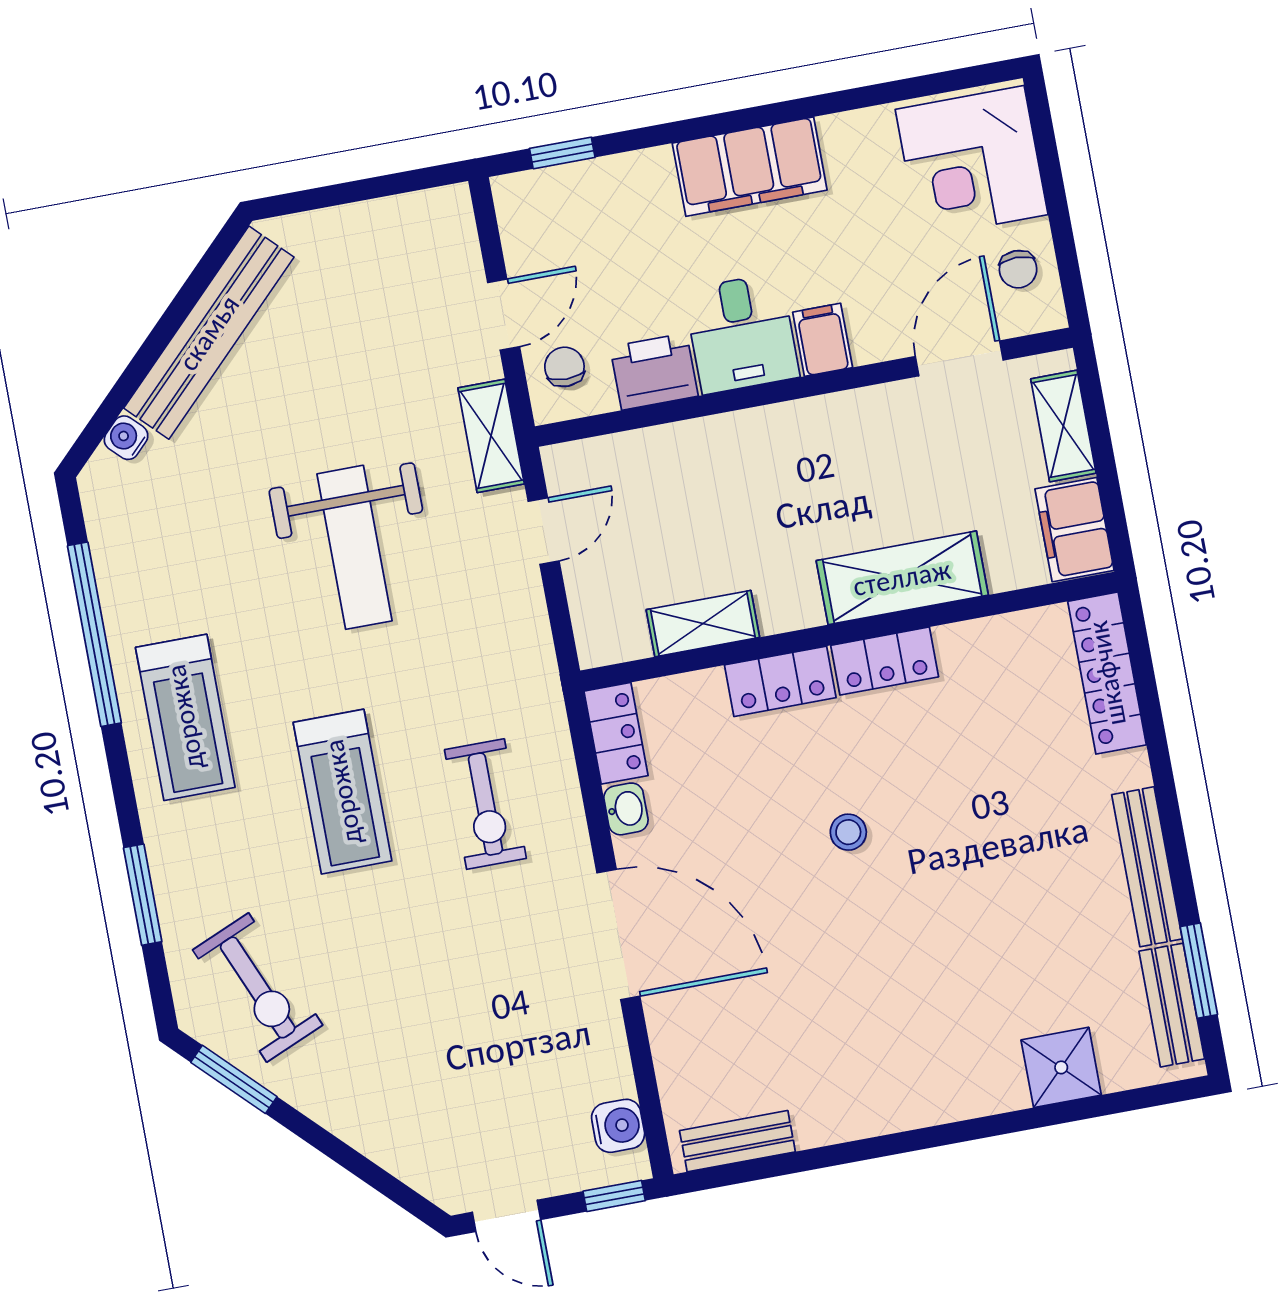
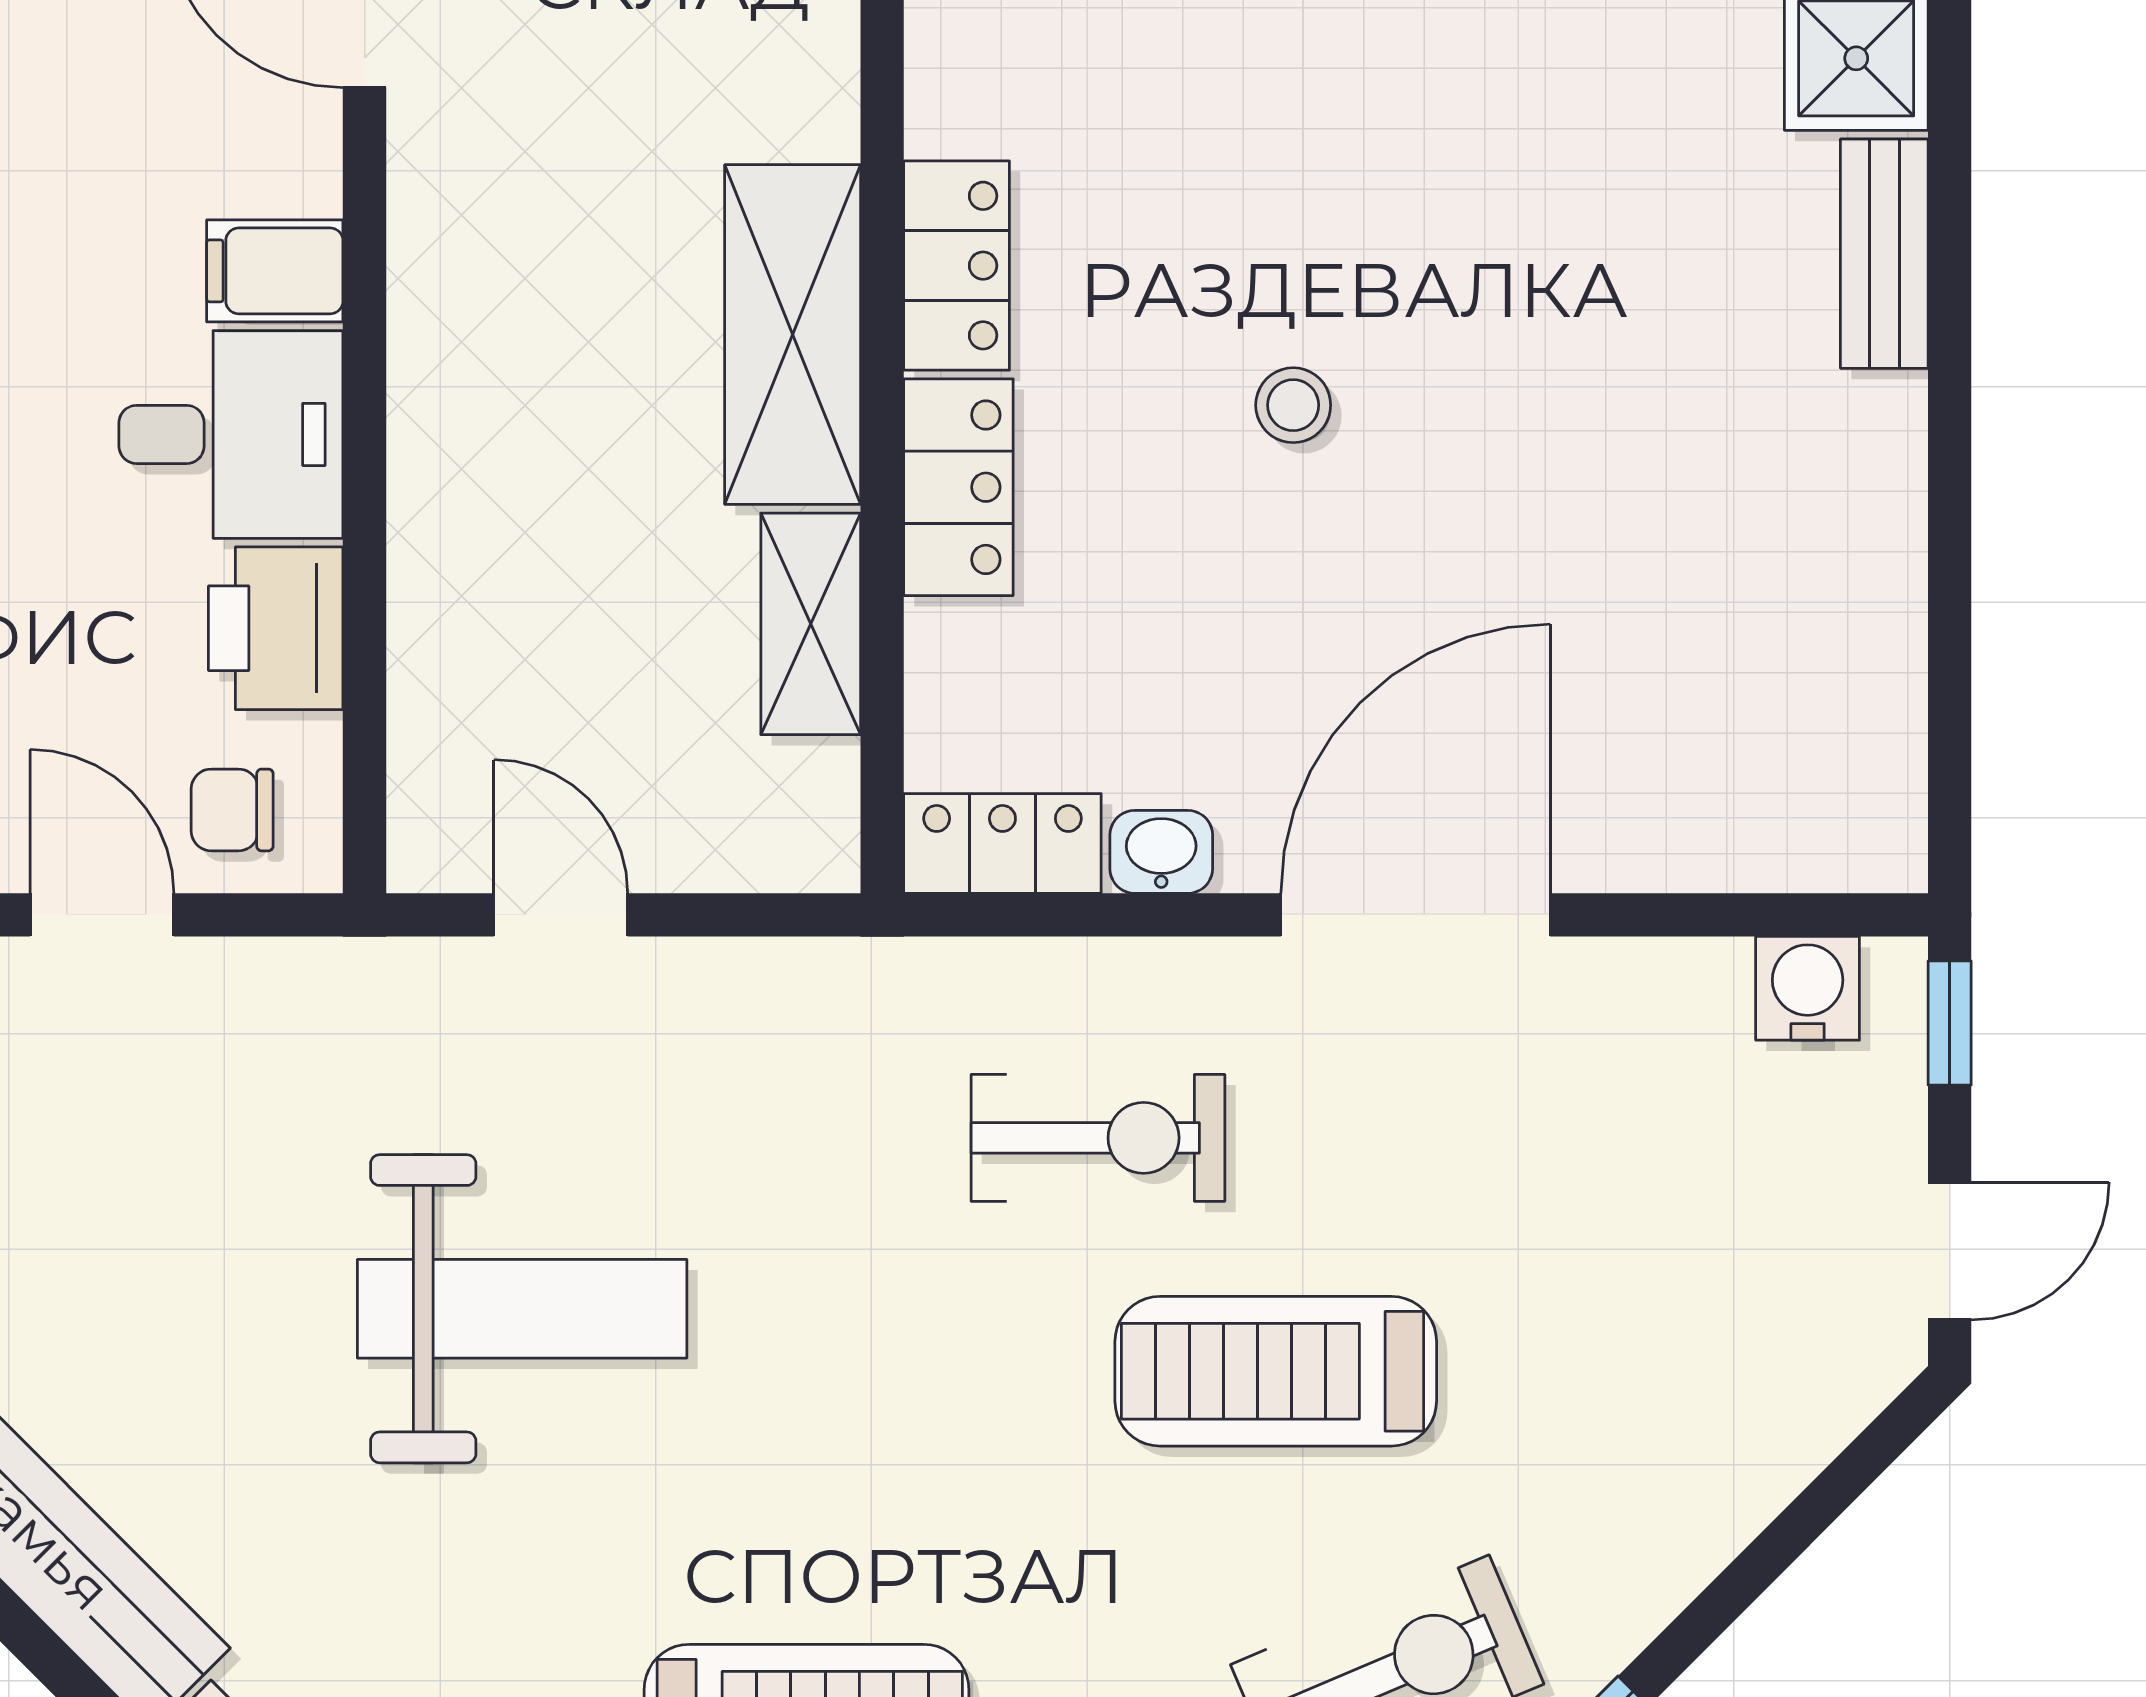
shelving: (491, 436) -> (346, 986), removed
shelving: (902, 578) -> (793, 335), moved
treadmill: (343, 792) -> (1276, 1371), moved, turned 180
bench: (737, 1141) -> (1884, 254), moved

